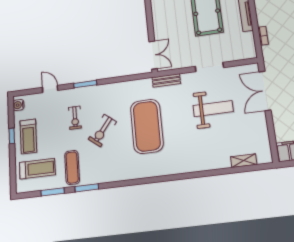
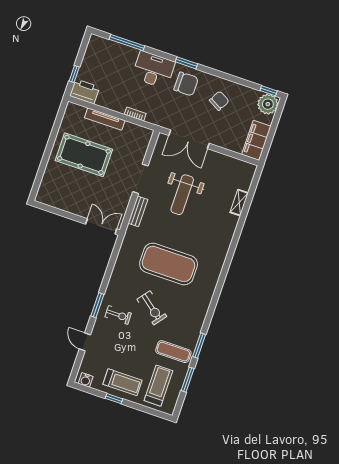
bench: (166, 80) -> (138, 211), moved
door: (50, 89) -> (85, 342), hinge flipped
weight bench: (213, 109) -> (182, 195), turned 180
exercise bike: (75, 118) -> (118, 315), moved
shelving: (244, 161) -> (239, 203), moved

